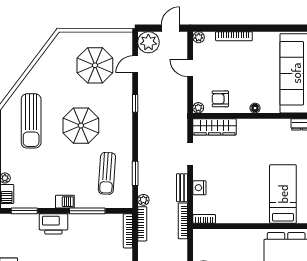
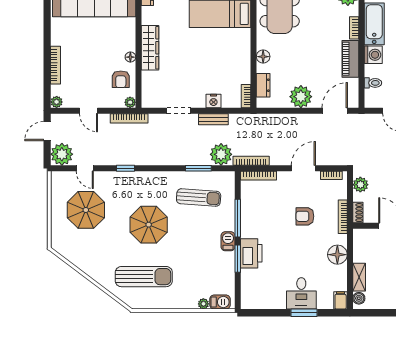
door: (171, 28) -> (47, 131), hinge flipped
door: (190, 68) -> (89, 111), hinge flipped
floor lamp: (255, 108) -> (130, 57), moved
wardrobe: (215, 127) -> (150, 48), moved
plant: (143, 200) -> (221, 154), width x1.87, depth x1.87
window: (24, 211) -> (238, 259), moved
bookcase: (183, 221) -> (129, 118), moved
dresser: (215, 235) -> (263, 85), added
floor lamp: (242, 235) -> (263, 57), added

